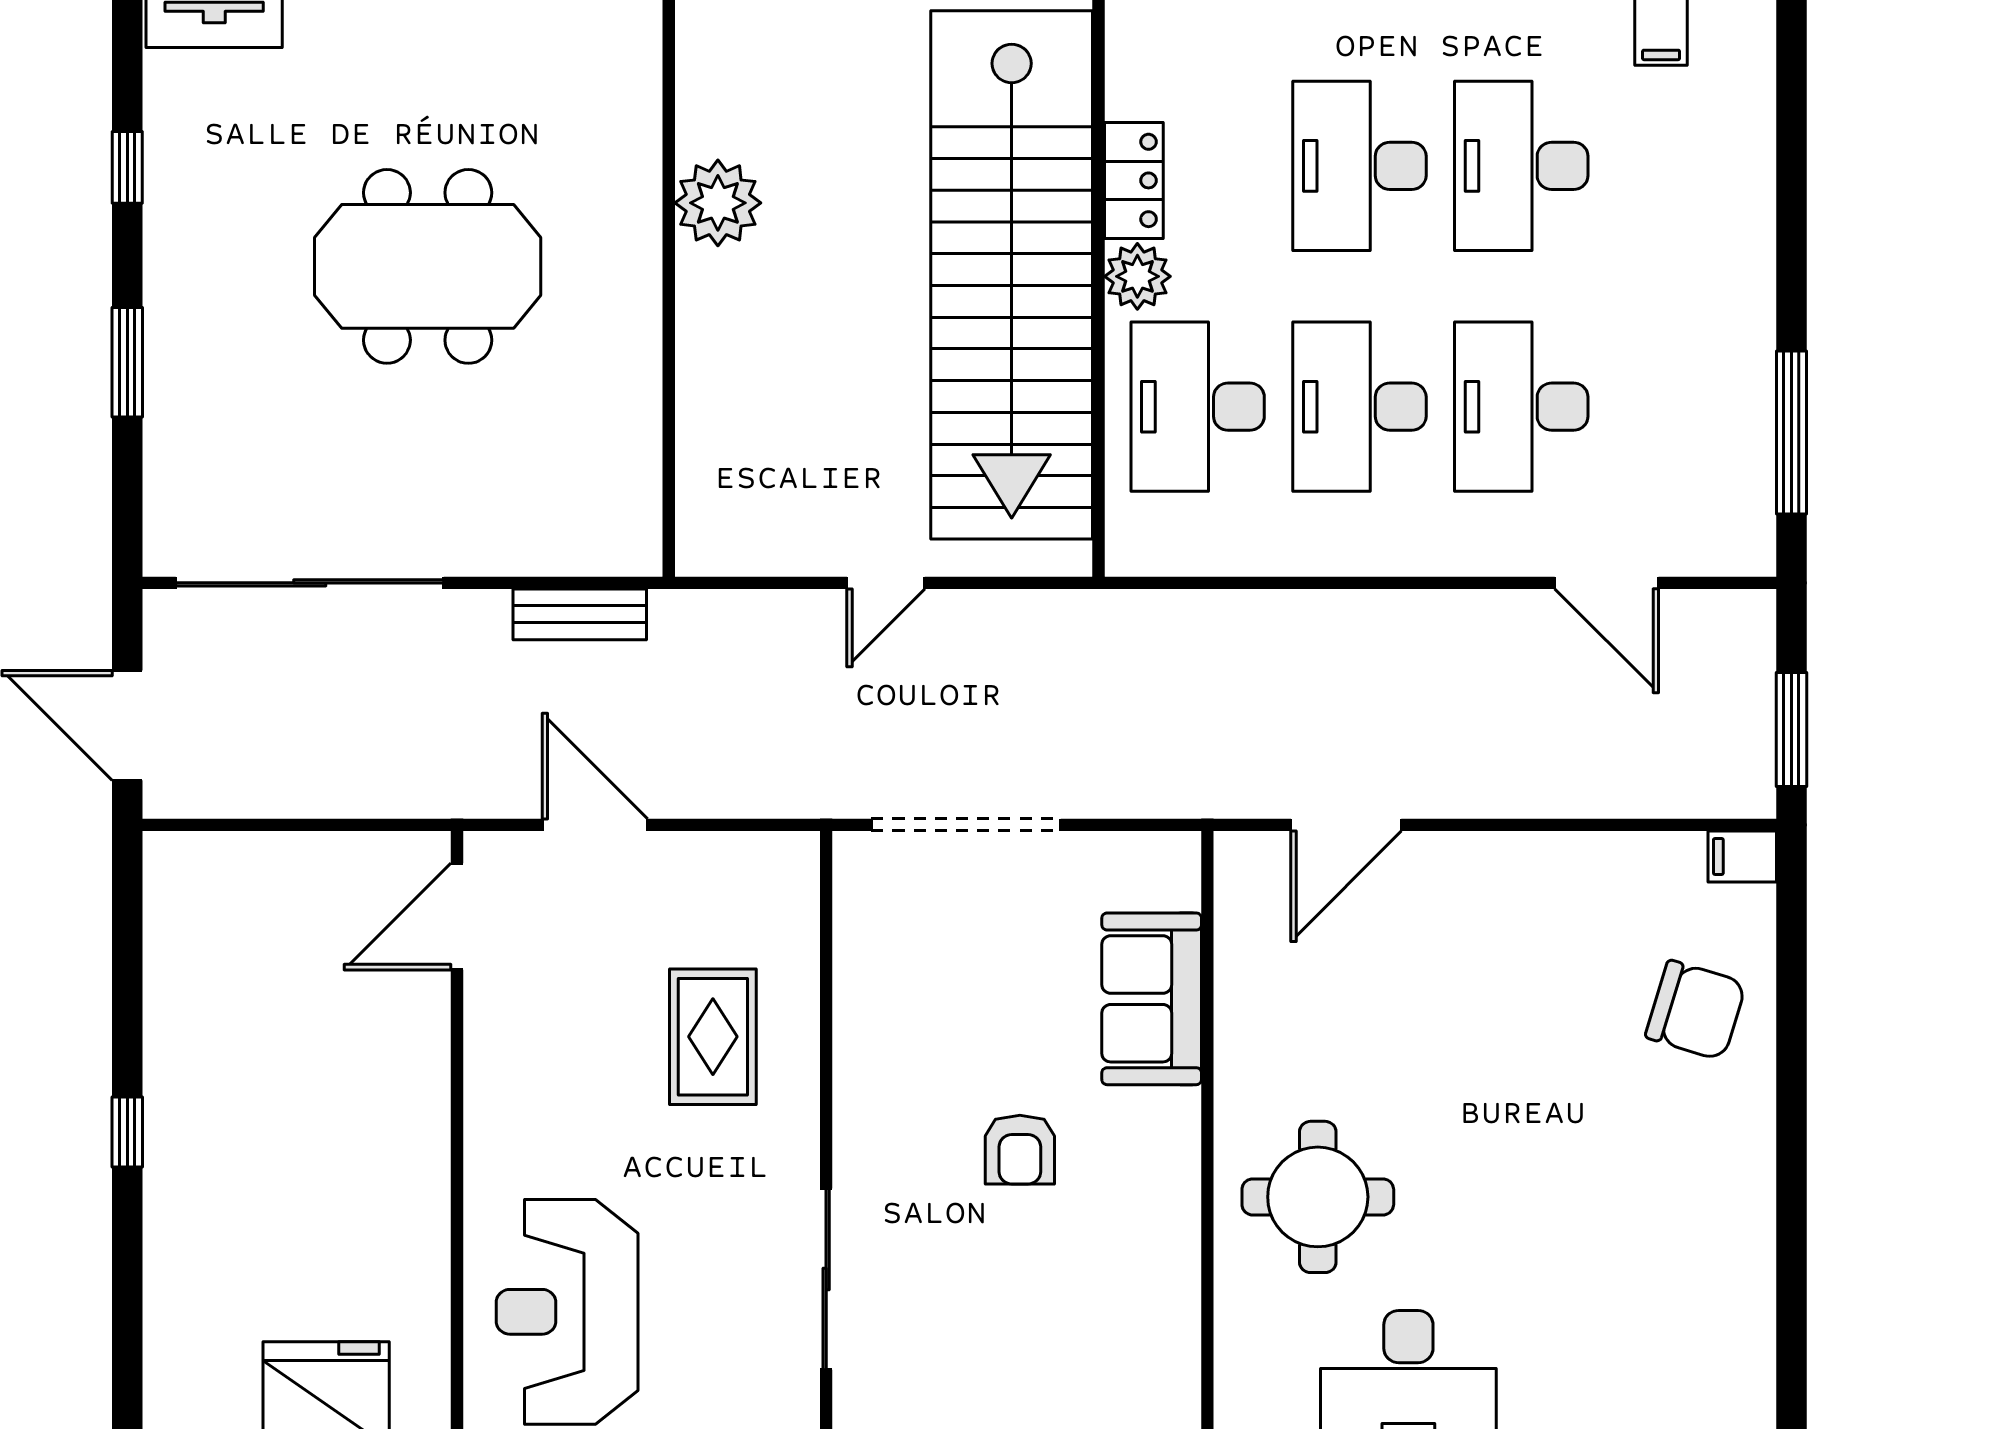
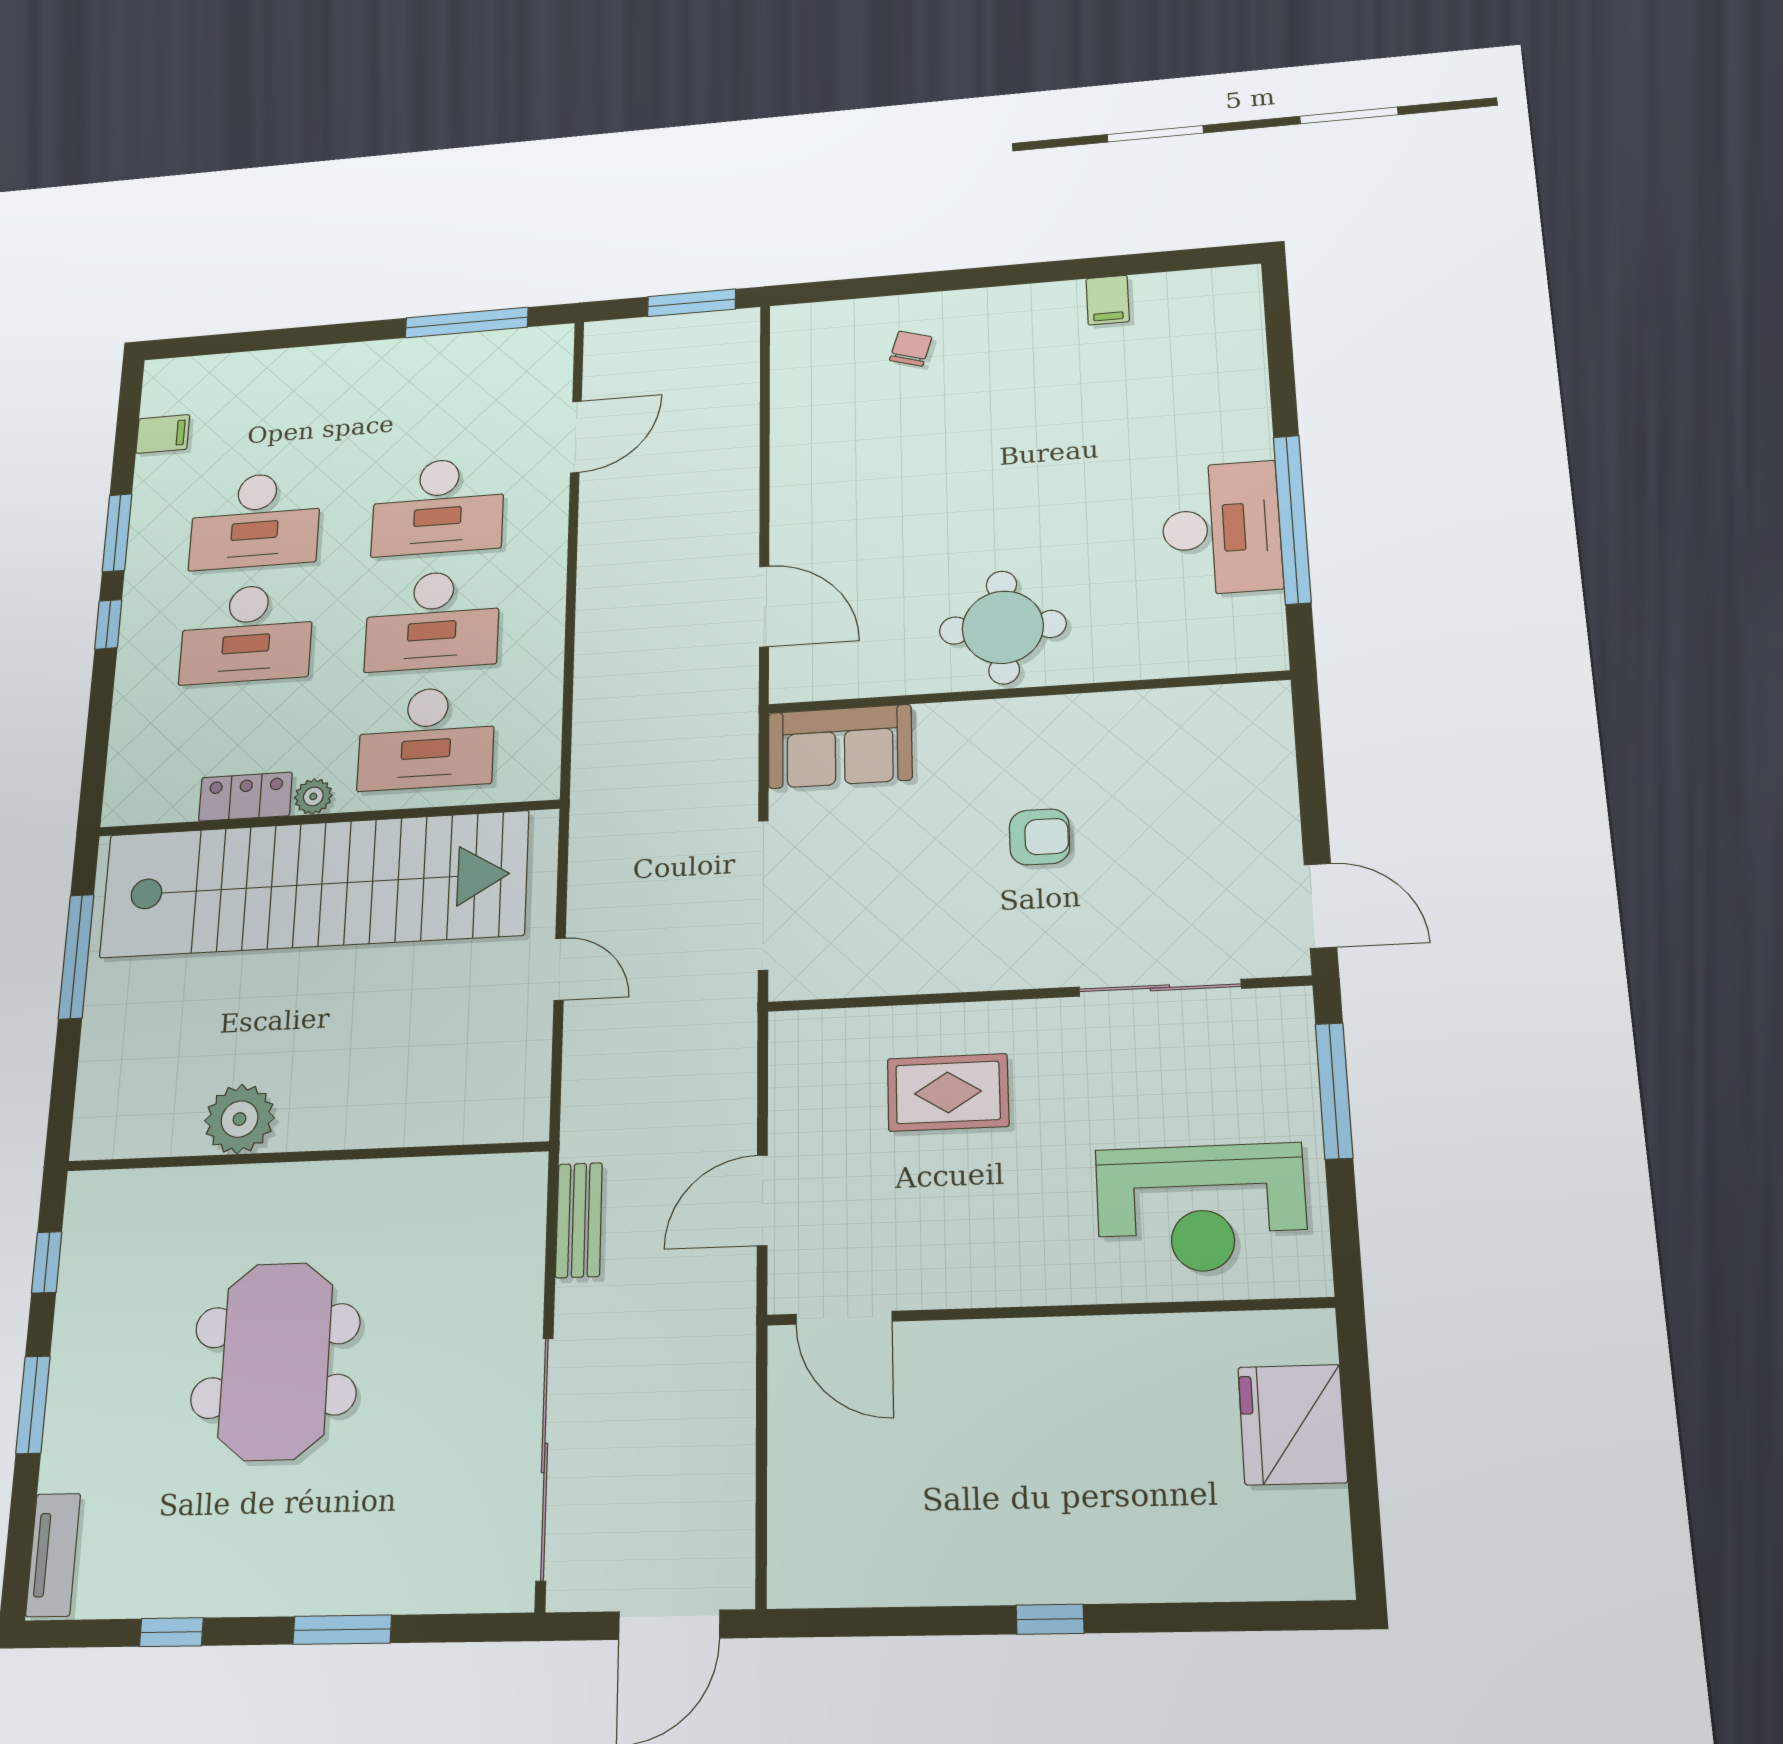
plant: (1137, 276) -> (313, 796), width x0.73, depth x0.73
filing cabinet: (1742, 856) -> (1108, 300), moved
sofa: (1152, 999) -> (840, 746), moved
chair: (1696, 1010) -> (911, 349), width x0.54, depth x0.54
round table: (1318, 1197) -> (1003, 627), moved

